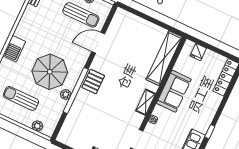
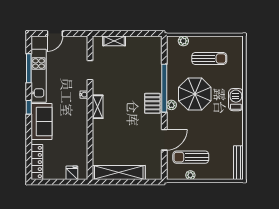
shelving: (164, 58) -> (119, 173), moved, turned 90
sofa: (174, 91) -> (41, 121), moved, turned 180
plant: (66, 94) -> (171, 105), moved

